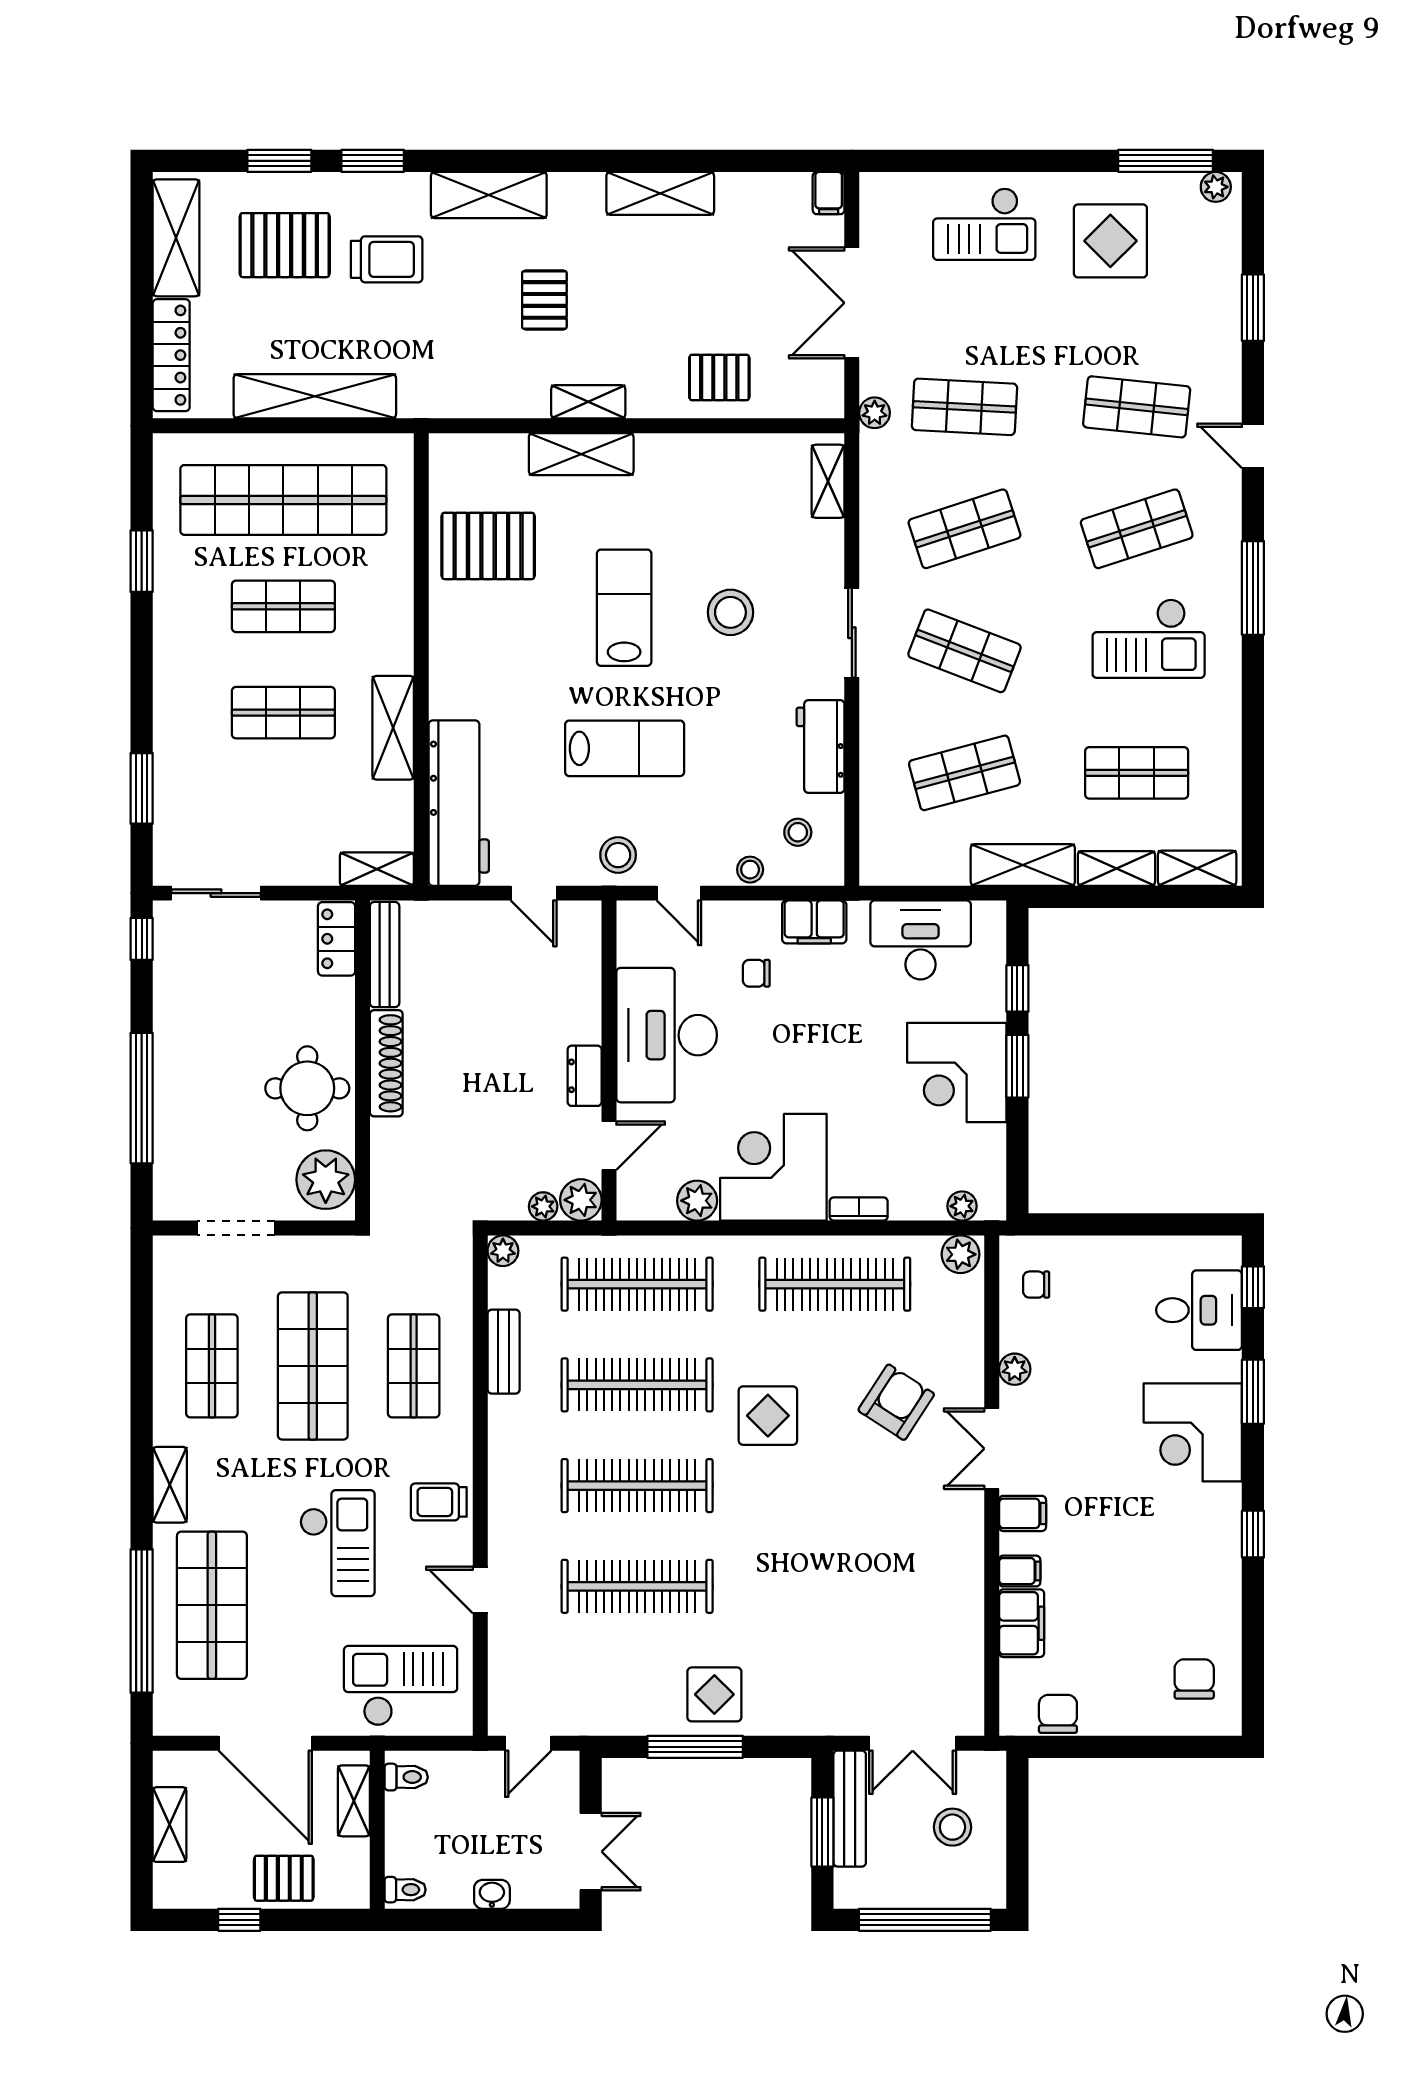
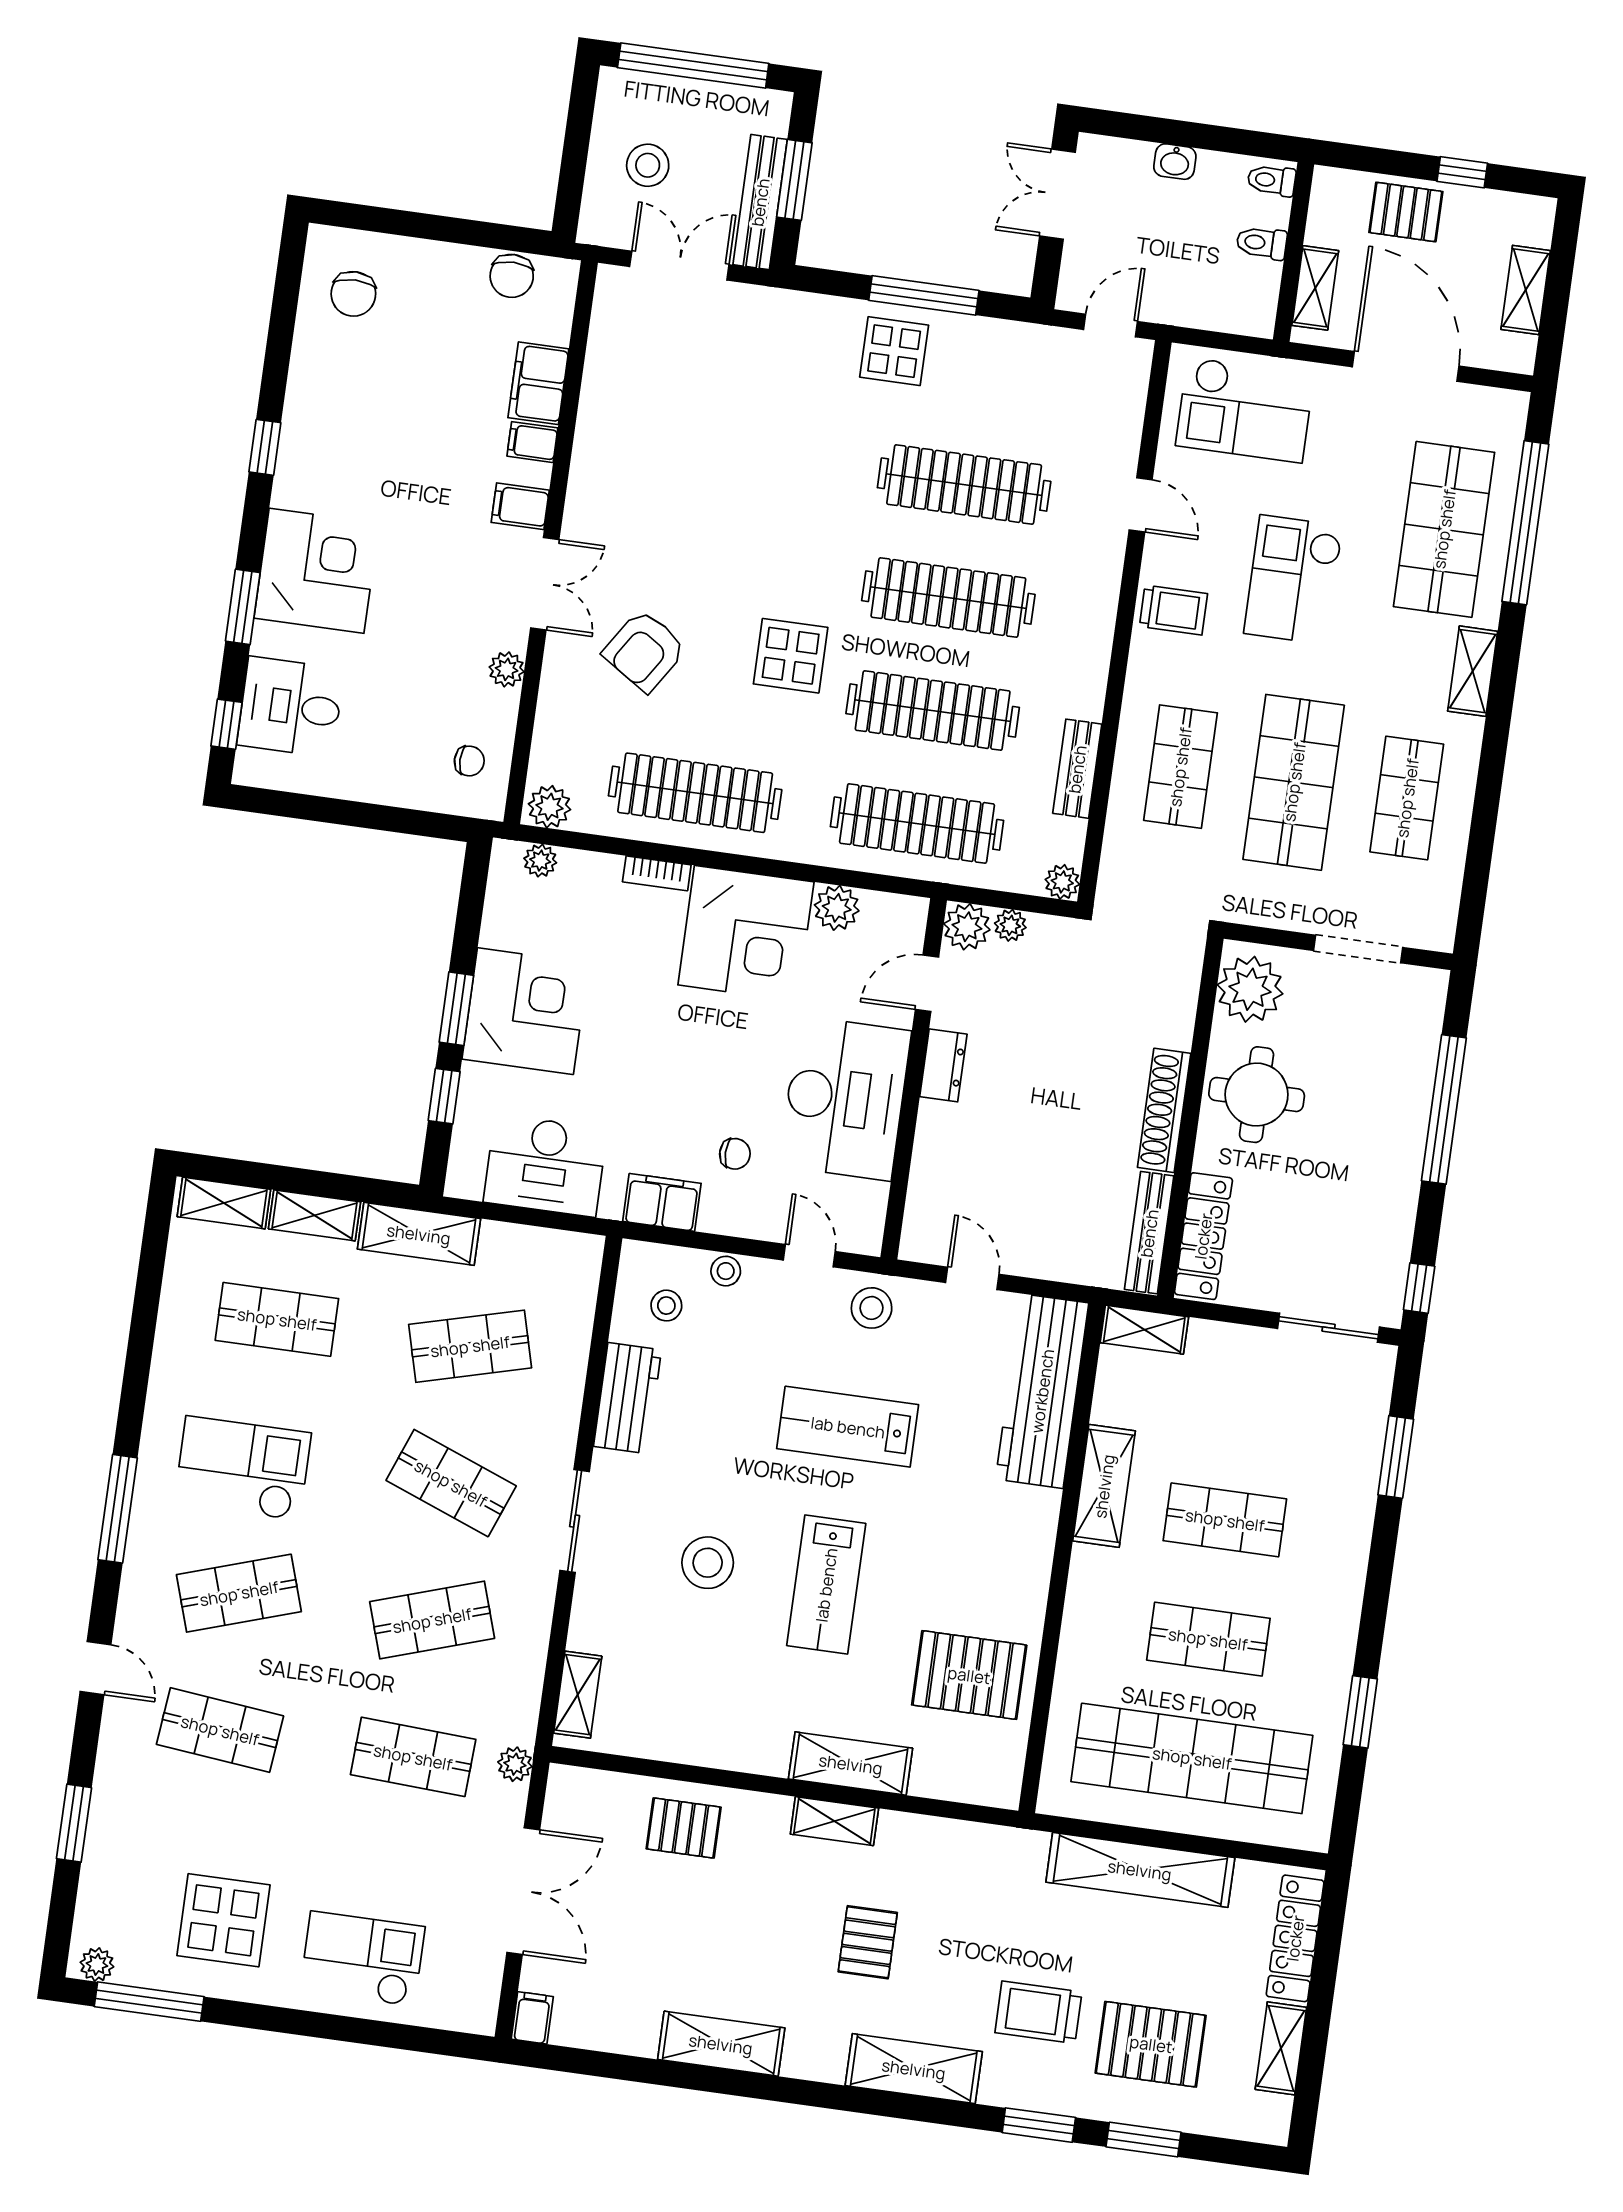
shelving: (176, 238) -> (1281, 2048), width x0.67, depth x0.75
locker: (337, 939) -> (1203, 1236), width x1.53
toilet: (406, 1777) -> (1262, 243), moved

